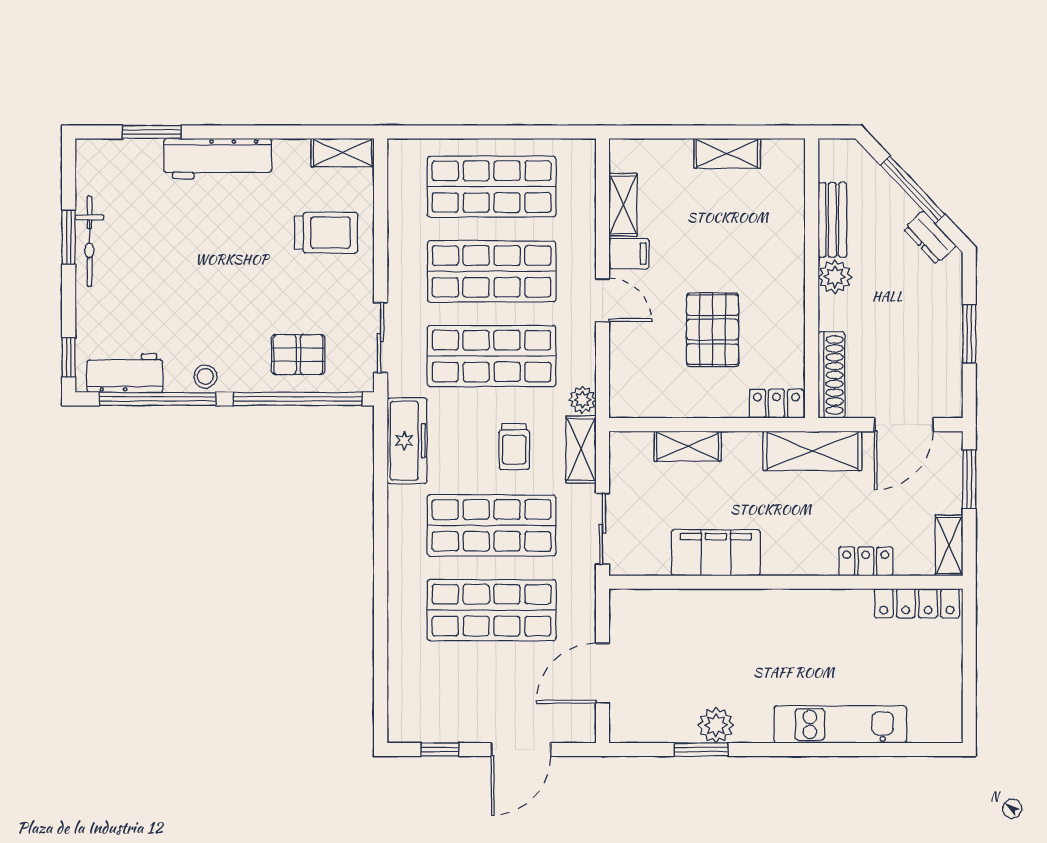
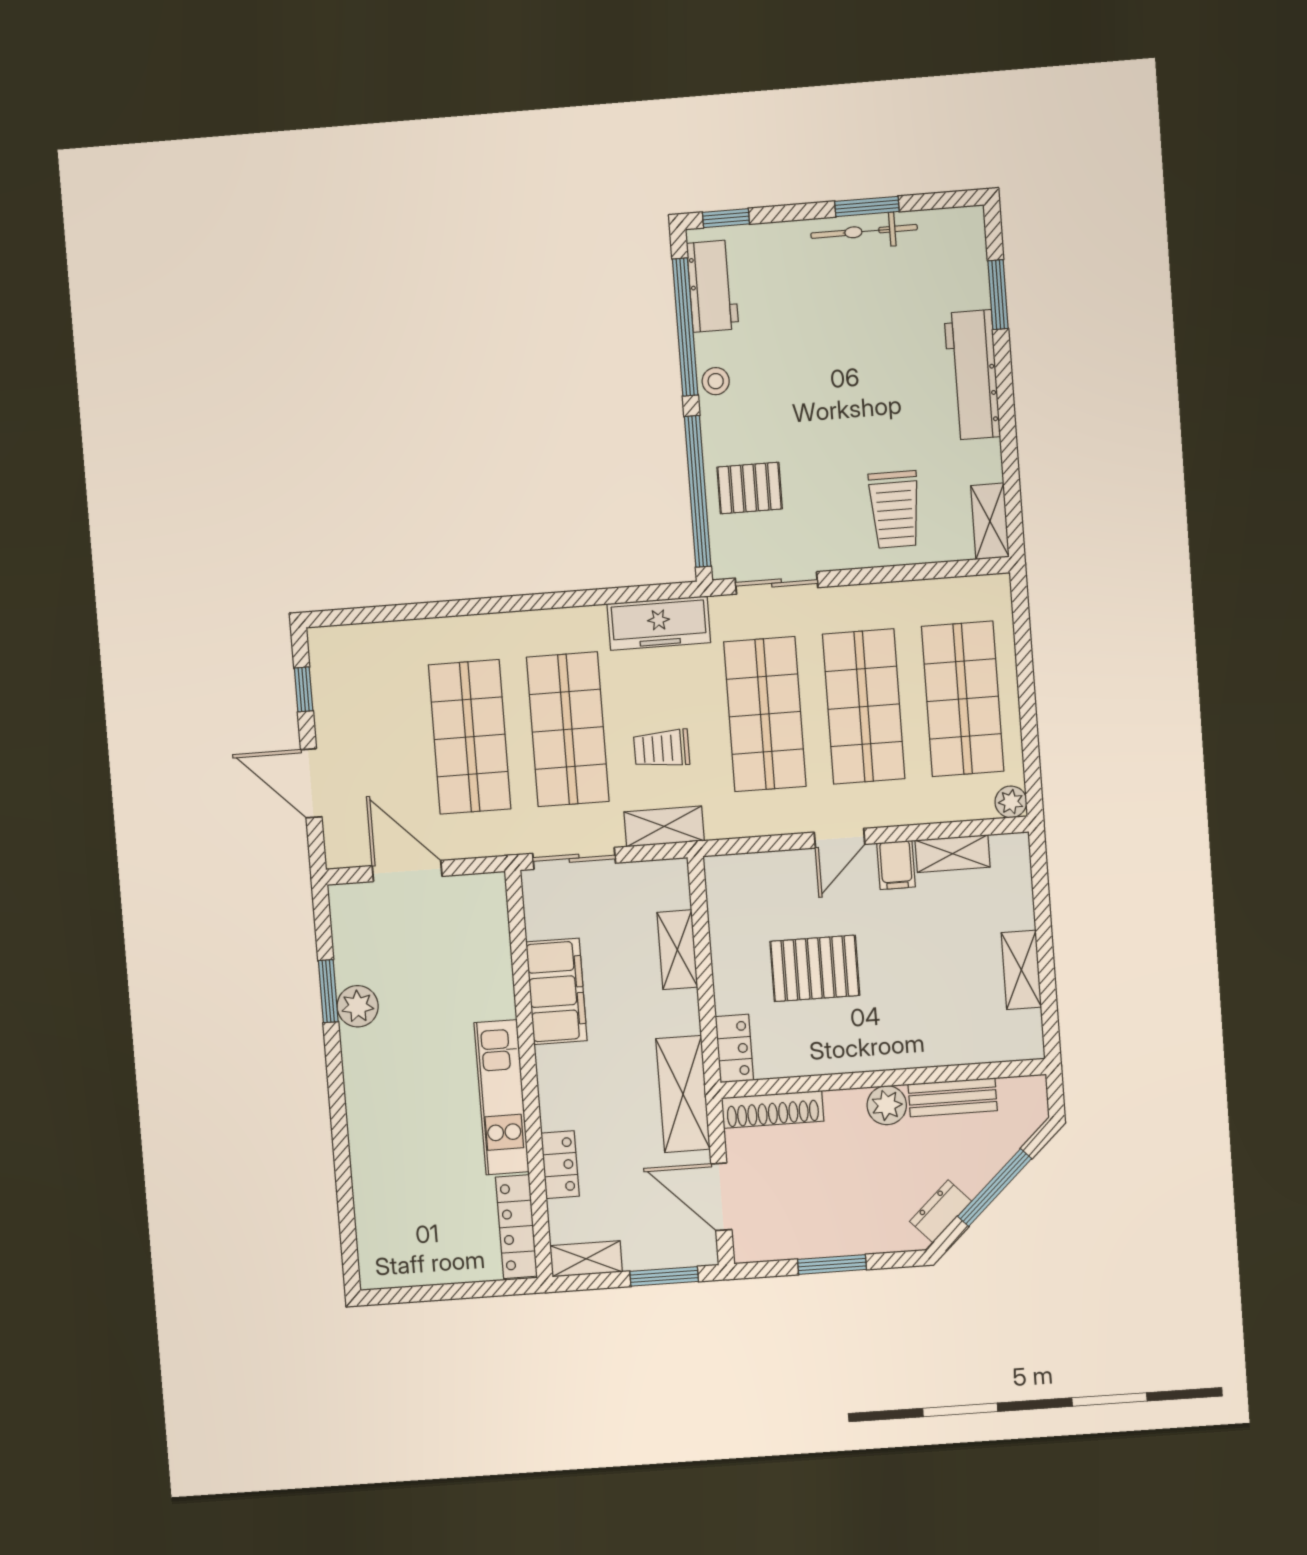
pallet: (298, 355) -> (750, 488), turned 90
plant: (583, 400) -> (1011, 802), moved
kitchen unit: (840, 724) -> (501, 1097), moved, turned 180

